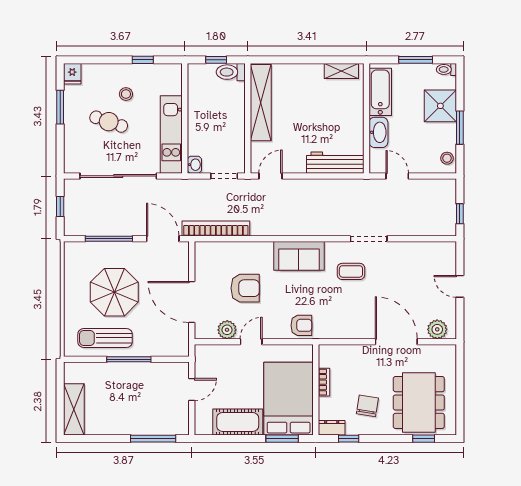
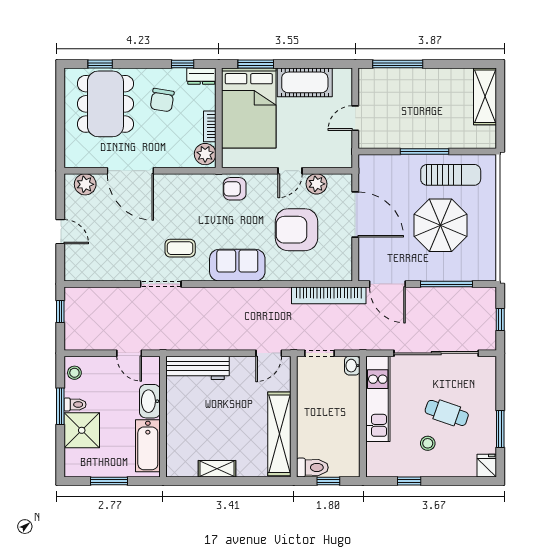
toilet: (446, 69) -> (75, 404), moved
shelving: (341, 71) -> (217, 469), moved
armchair: (245, 288) -> (297, 230), width x1.36, depth x1.36
plant: (328, 357) -> (205, 154), added

